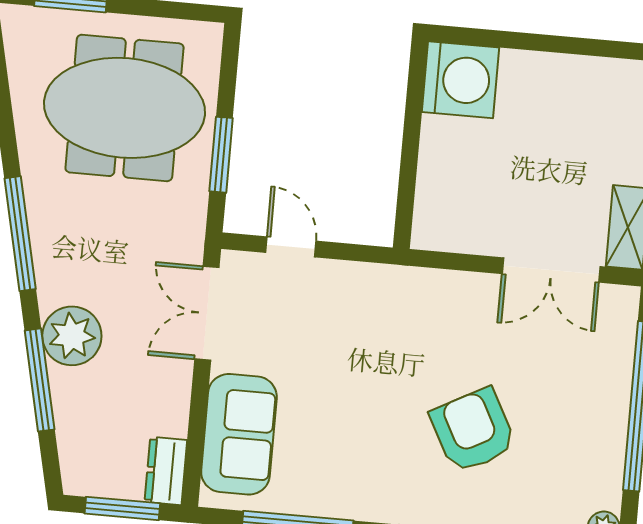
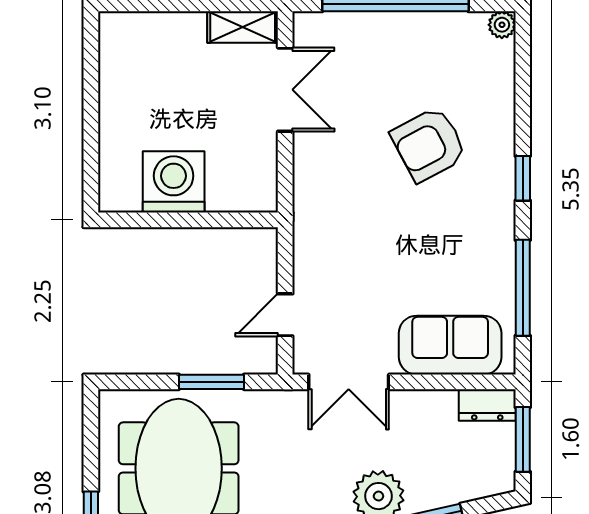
washing machine: (461, 80) -> (174, 182), moved

